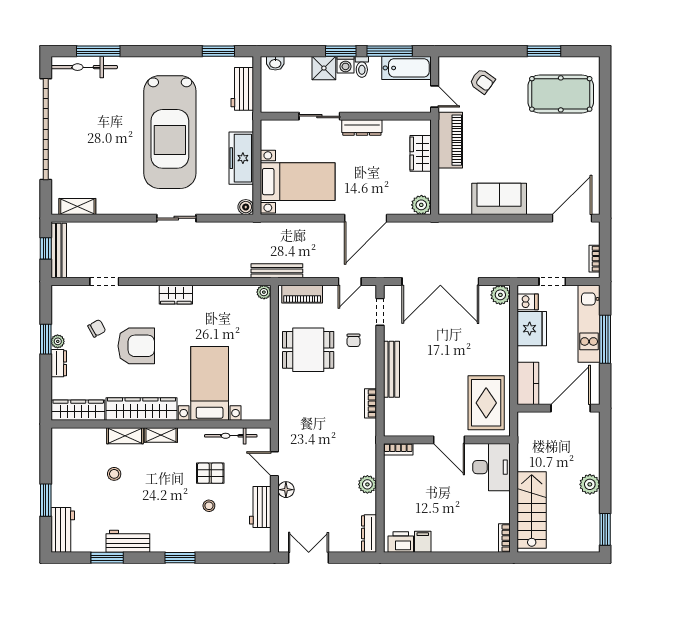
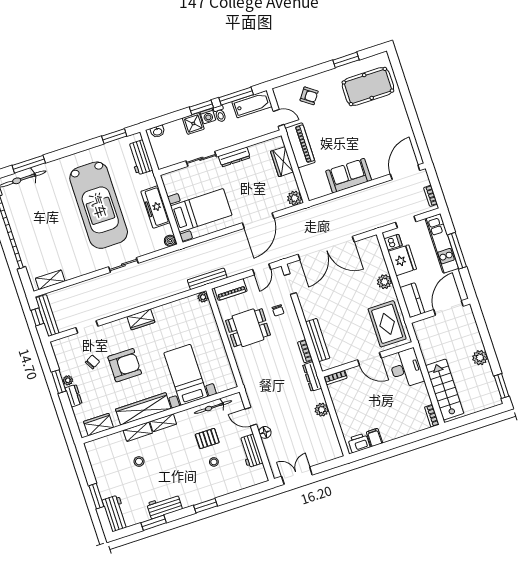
plant: (500, 295) -> (384, 282), moved
bench: (391, 369) -> (318, 340), moved
wardrobe: (78, 410) -> (98, 425), width x0.67
dresser: (369, 534) -> (312, 377), moved

